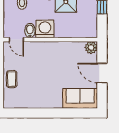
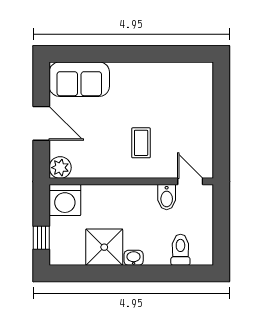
washing machine: (45, 29) -> (65, 200), moved
coffee table: (12, 79) -> (141, 143), moved

